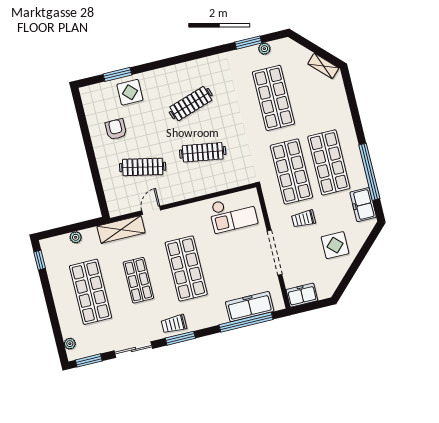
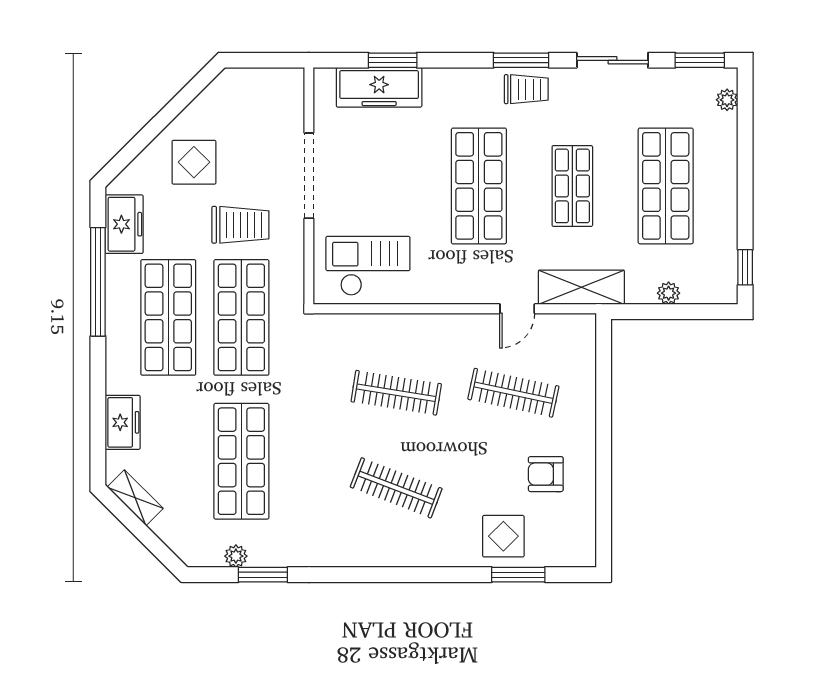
clothes rail: (191, 104) -> (396, 488), turned 39
armchair: (116, 129) -> (546, 474), turned 90
trolley: (303, 219) -> (240, 225), width x1.36, depth x1.39
freezer: (302, 295) -> (123, 422), moved, turned -90
window: (246, 322) -> (393, 60), width x0.47

